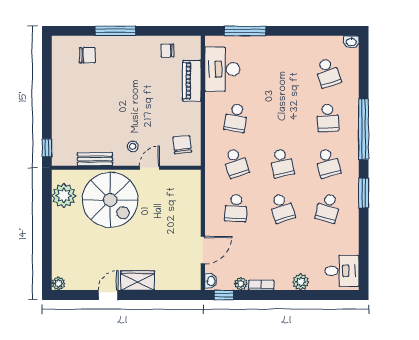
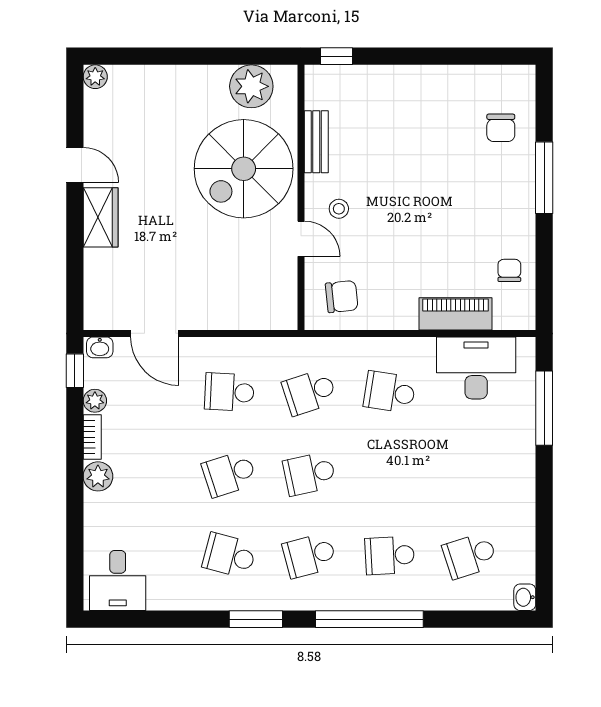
plant: (301, 282) -> (98, 476), moved

